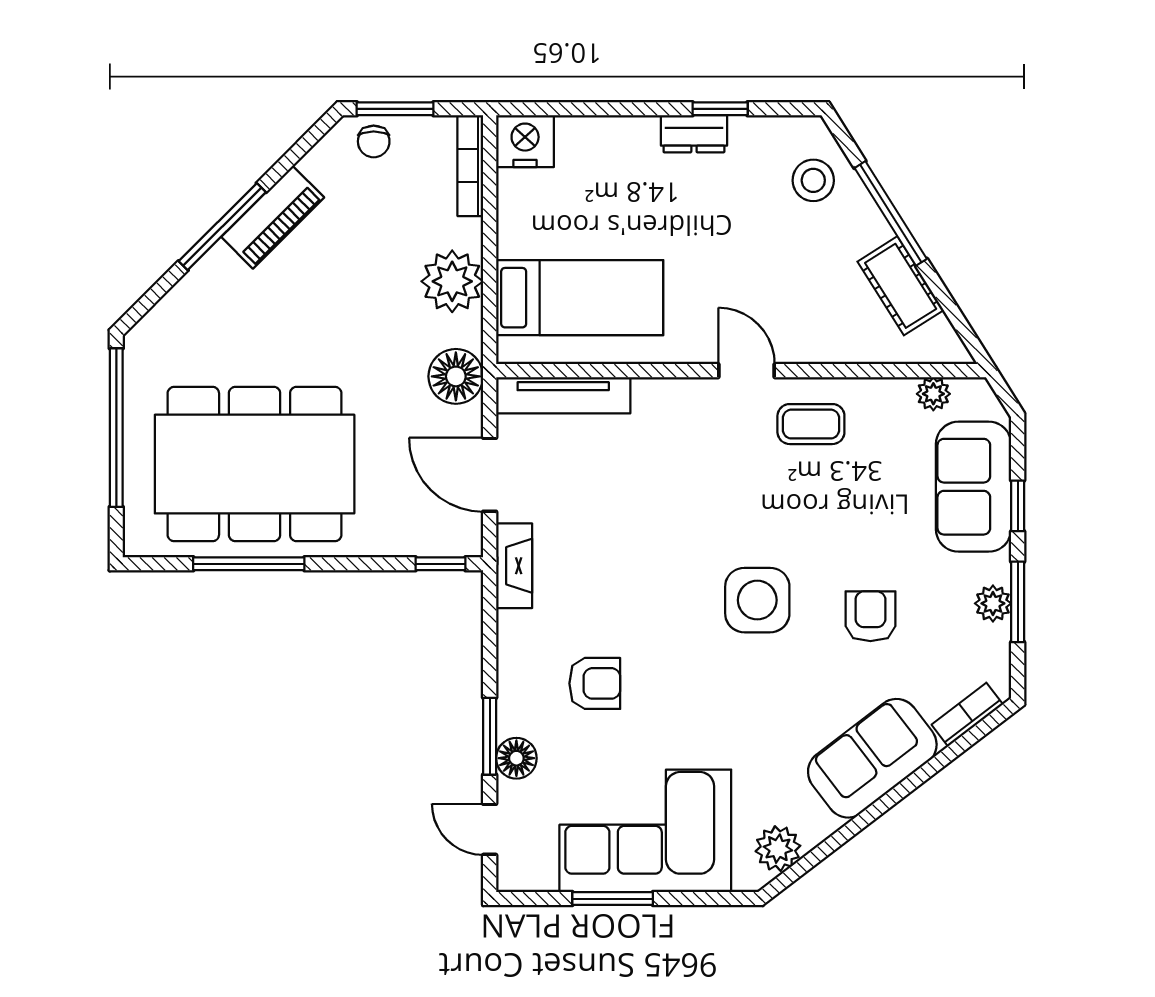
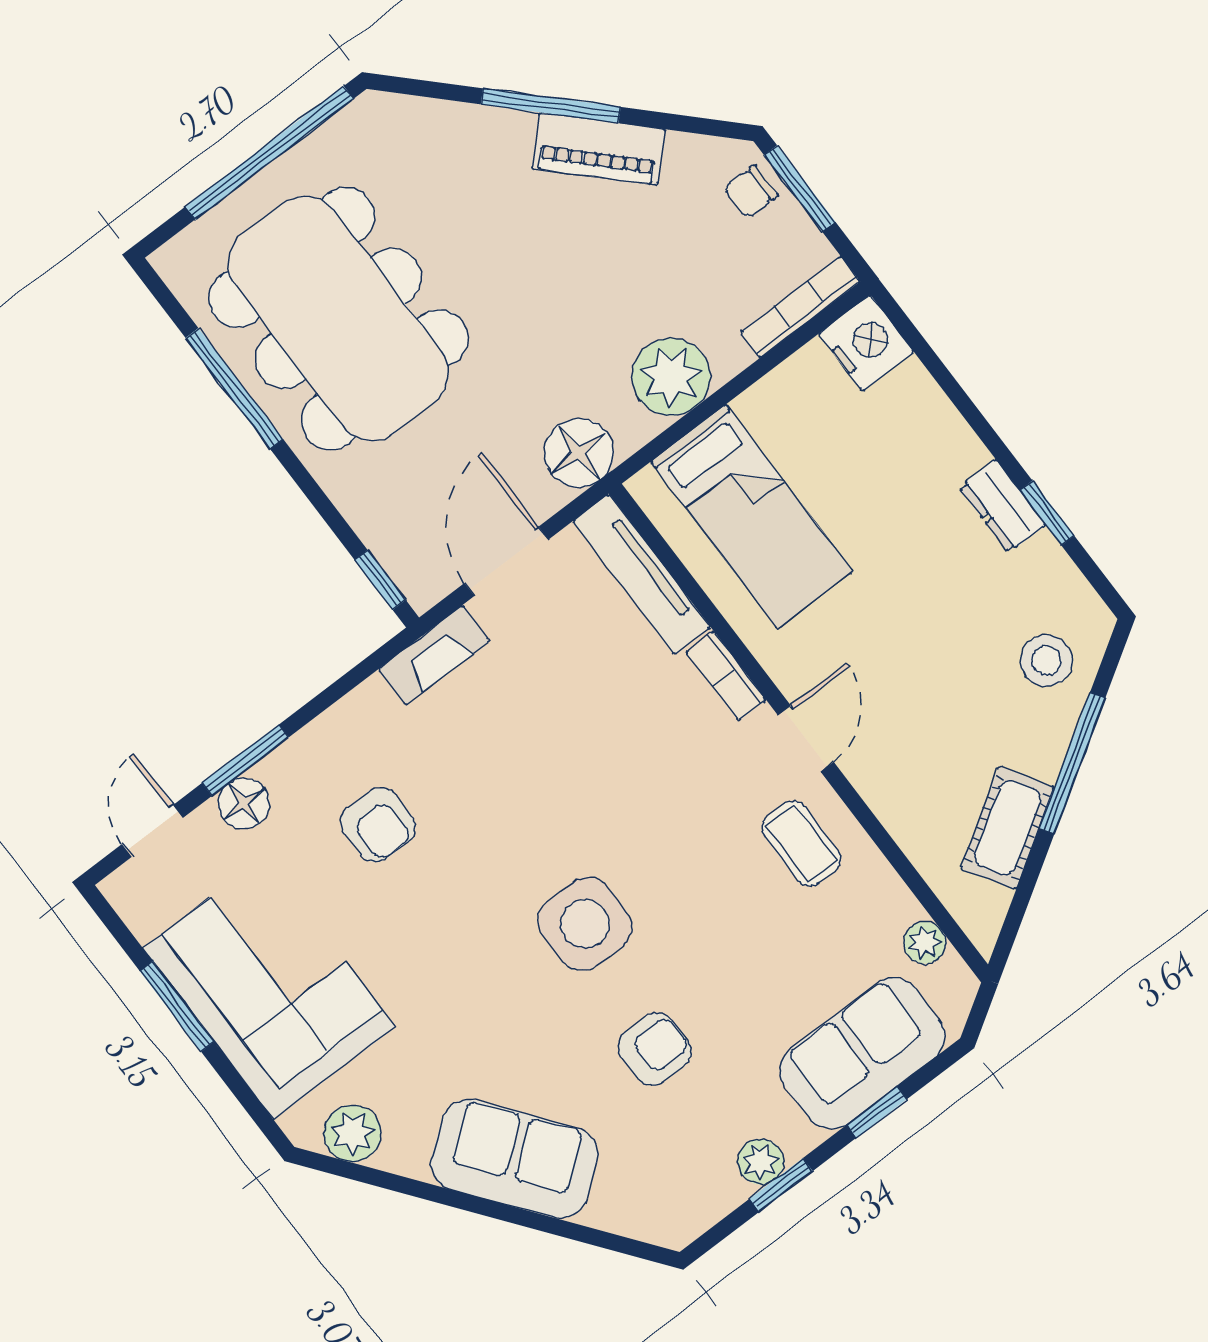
window: (1018, 602) -> (781, 1185), width x0.67
bookcase: (967, 715) -> (726, 676), moved, turned -143

